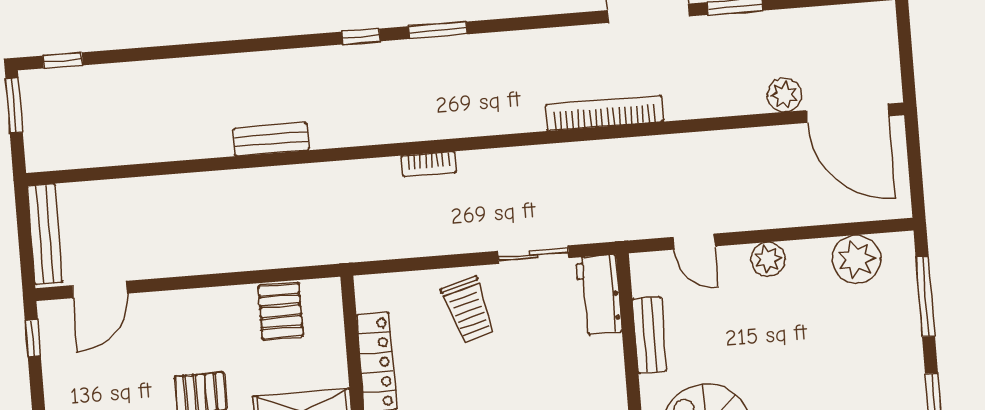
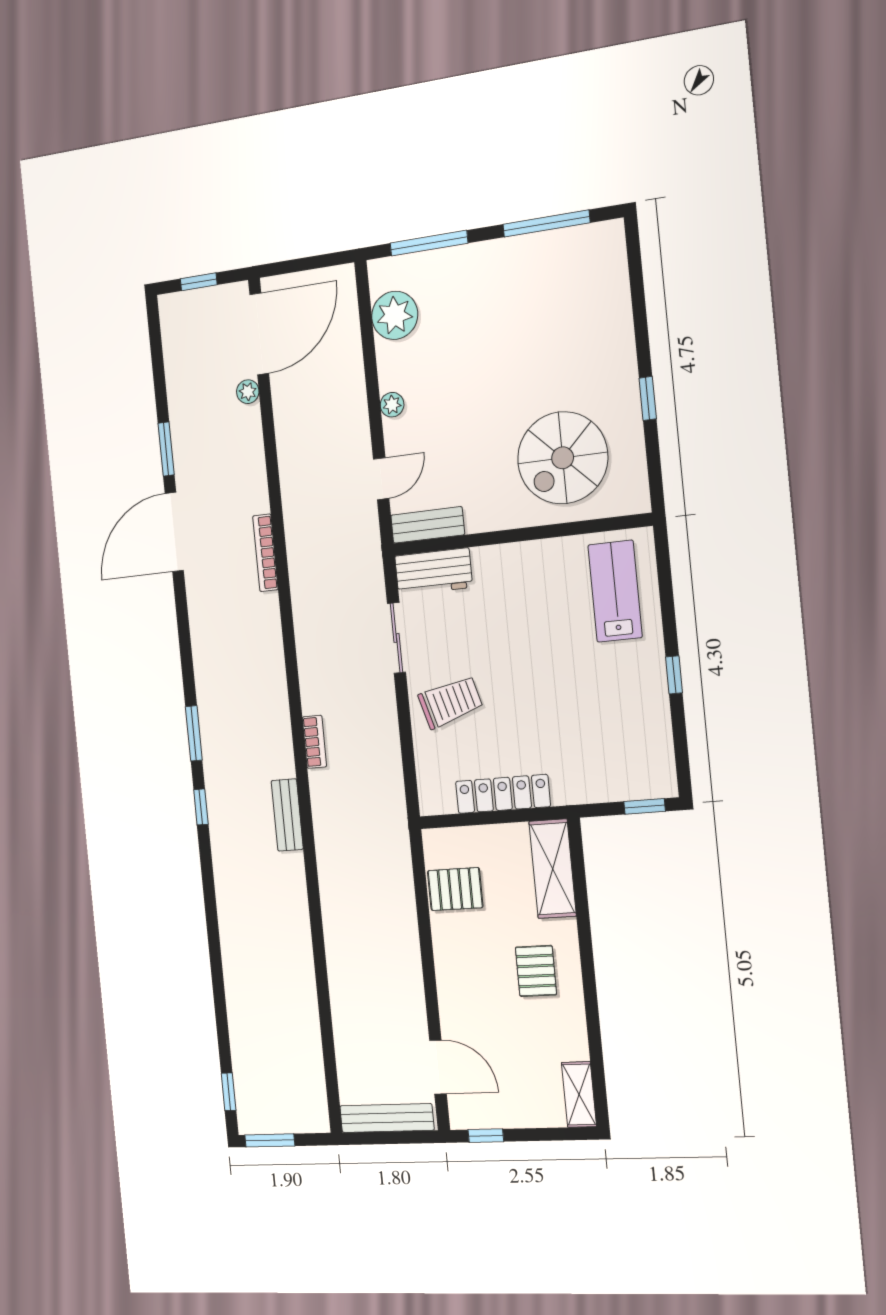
window: (905, 47) -> (199, 282), added
plant: (784, 95) -> (248, 392), width x0.73, depth x0.73
bookcase: (605, 113) -> (265, 553), width x0.68, depth x0.76
bench: (271, 139) -> (287, 815), moved
plant: (768, 259) -> (392, 405), width x0.73, depth x0.73
bench: (650, 335) -> (428, 525), moved

